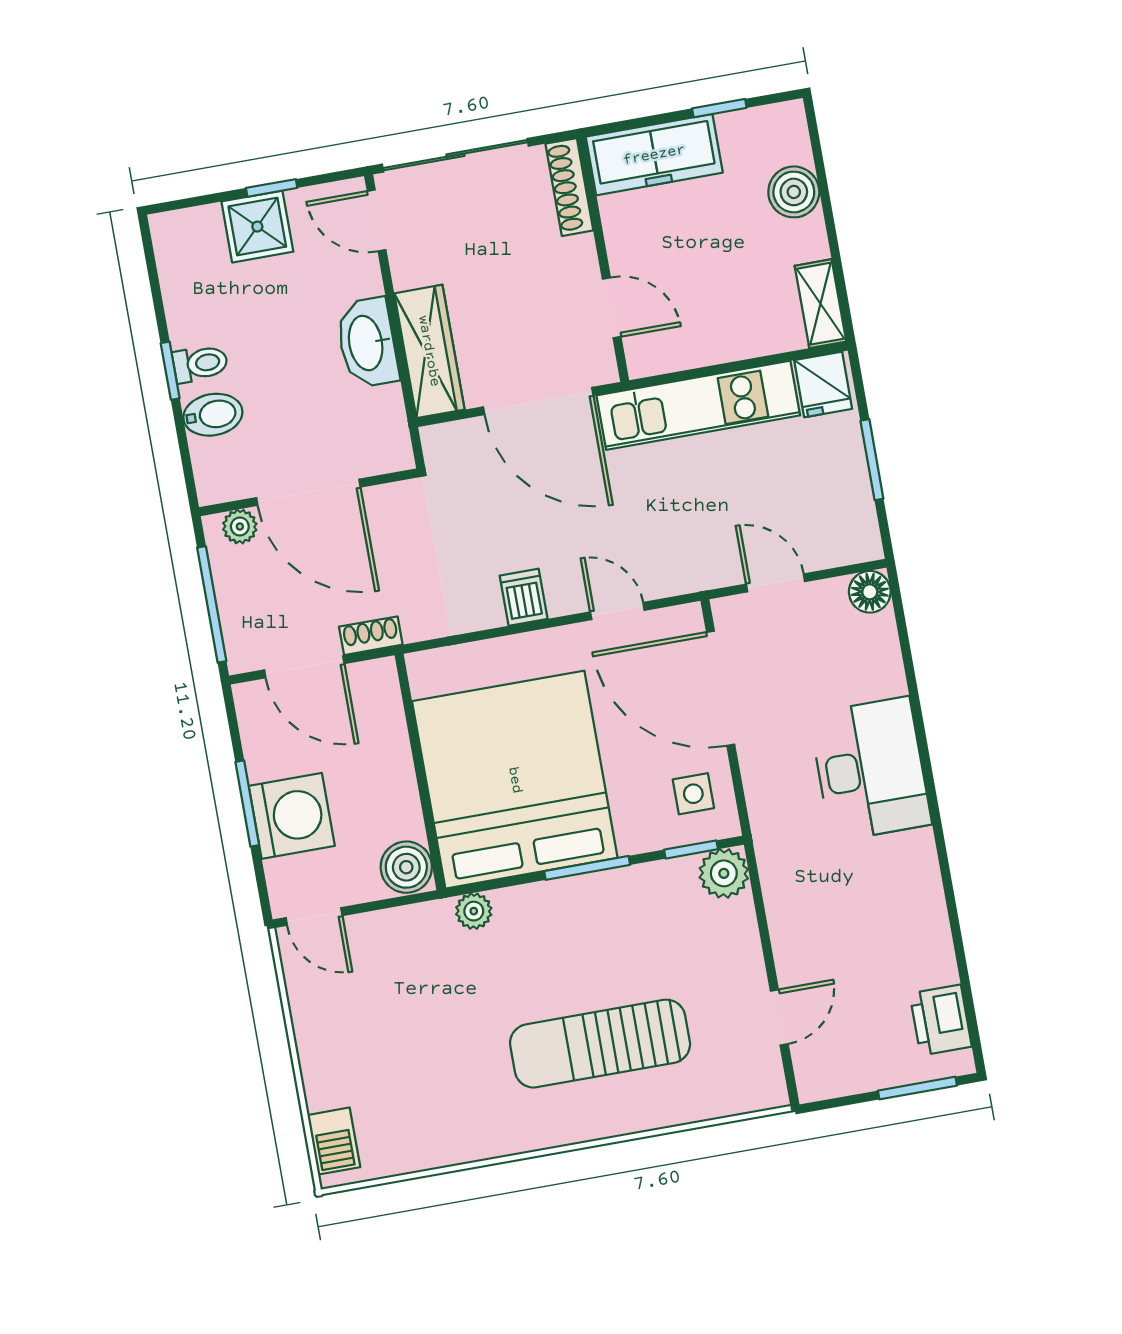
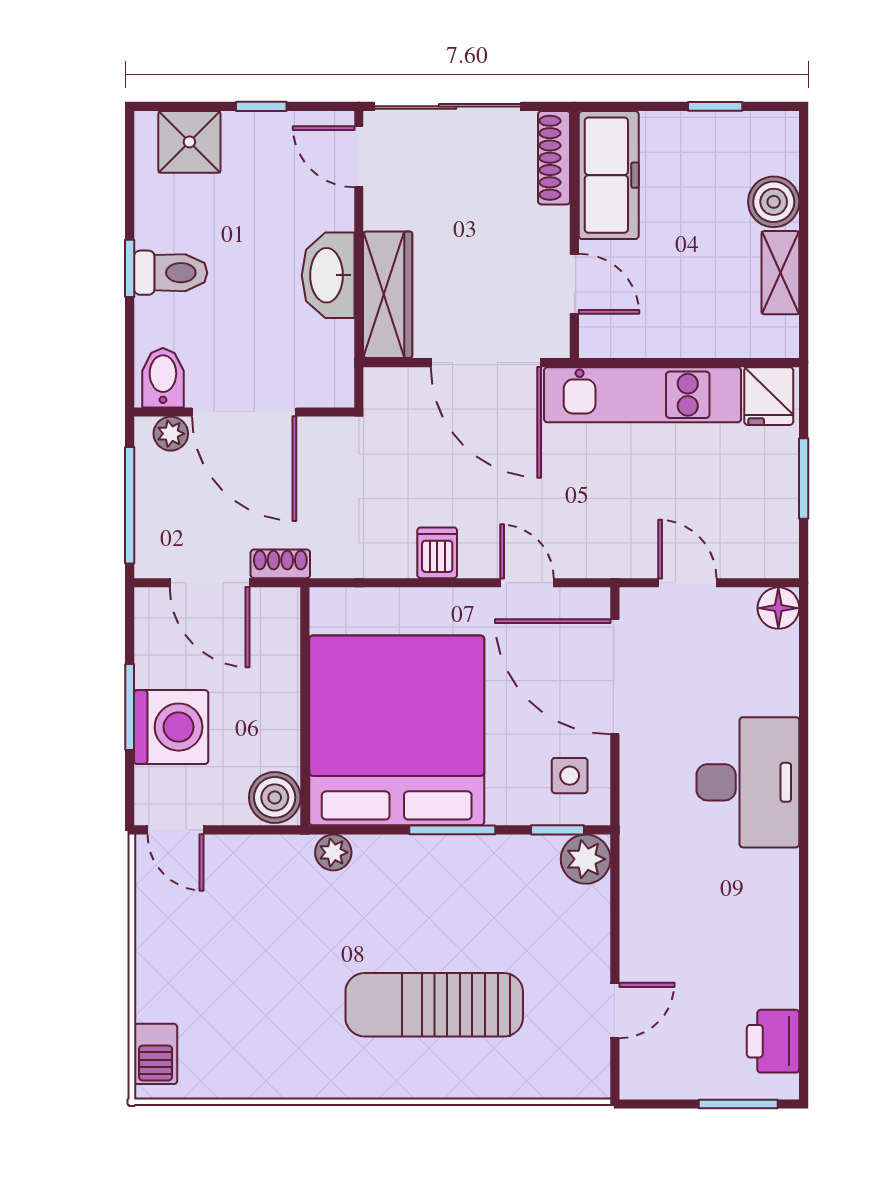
freezer: (654, 155) -> (609, 175), moved, turned -90
shower: (257, 227) -> (189, 142), moved
shelving: (820, 304) -> (780, 273), moved
toilet: (200, 364) -> (171, 273), width x1.37, depth x1.39
bidet: (213, 415) -> (163, 378), moved, turned -90

